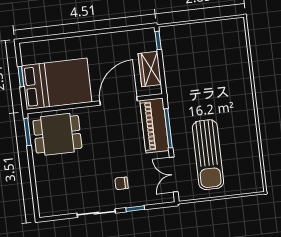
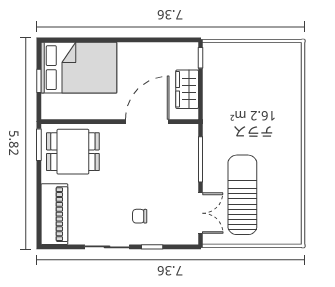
bed: (57, 84) -> (79, 68), moved
piano: (154, 125) -> (54, 214), moved, turned 180
sun lounger: (208, 155) -> (242, 195), turned 180
double door: (174, 175) -> (200, 213), swing flipped

